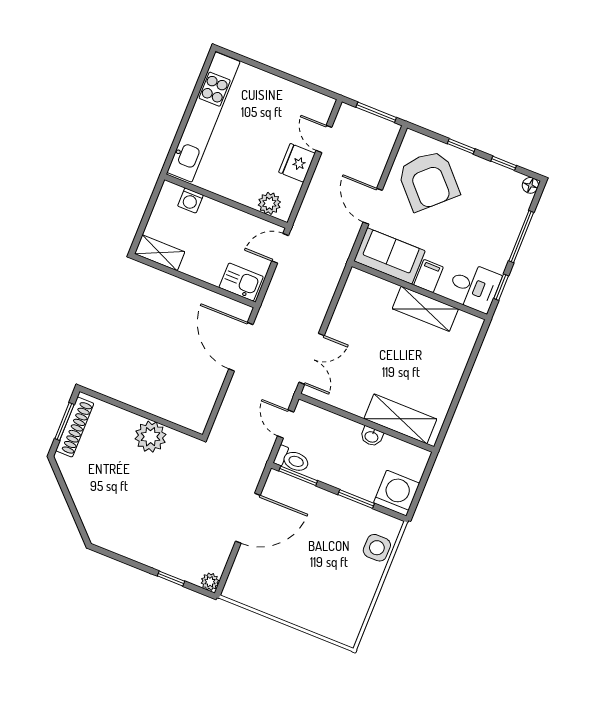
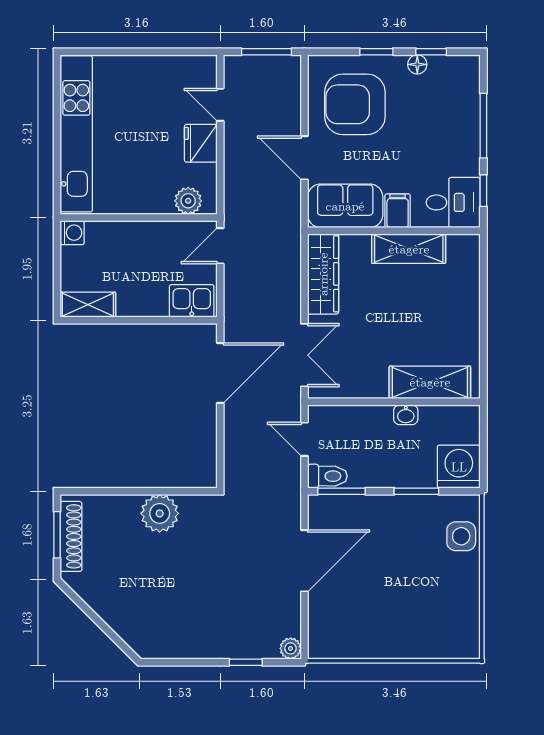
armchair: (428, 180) -> (355, 104), turned 133
floor lamp: (530, 185) -> (417, 64), moved
washing machine: (190, 200) -> (72, 233), moved, turned -90
wardrobe: (351, 302) -> (323, 274), added
door: (241, 347) -> (220, 373), swing flipped

